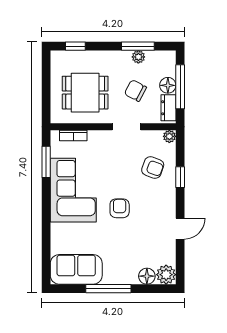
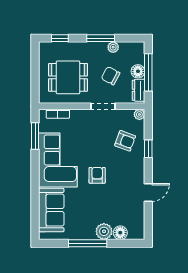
window: (138, 46) -> (101, 38), moved
sofa: (76, 269) -> (51, 210), moved, turned 90
plant: (166, 275) -> (104, 231), moved

